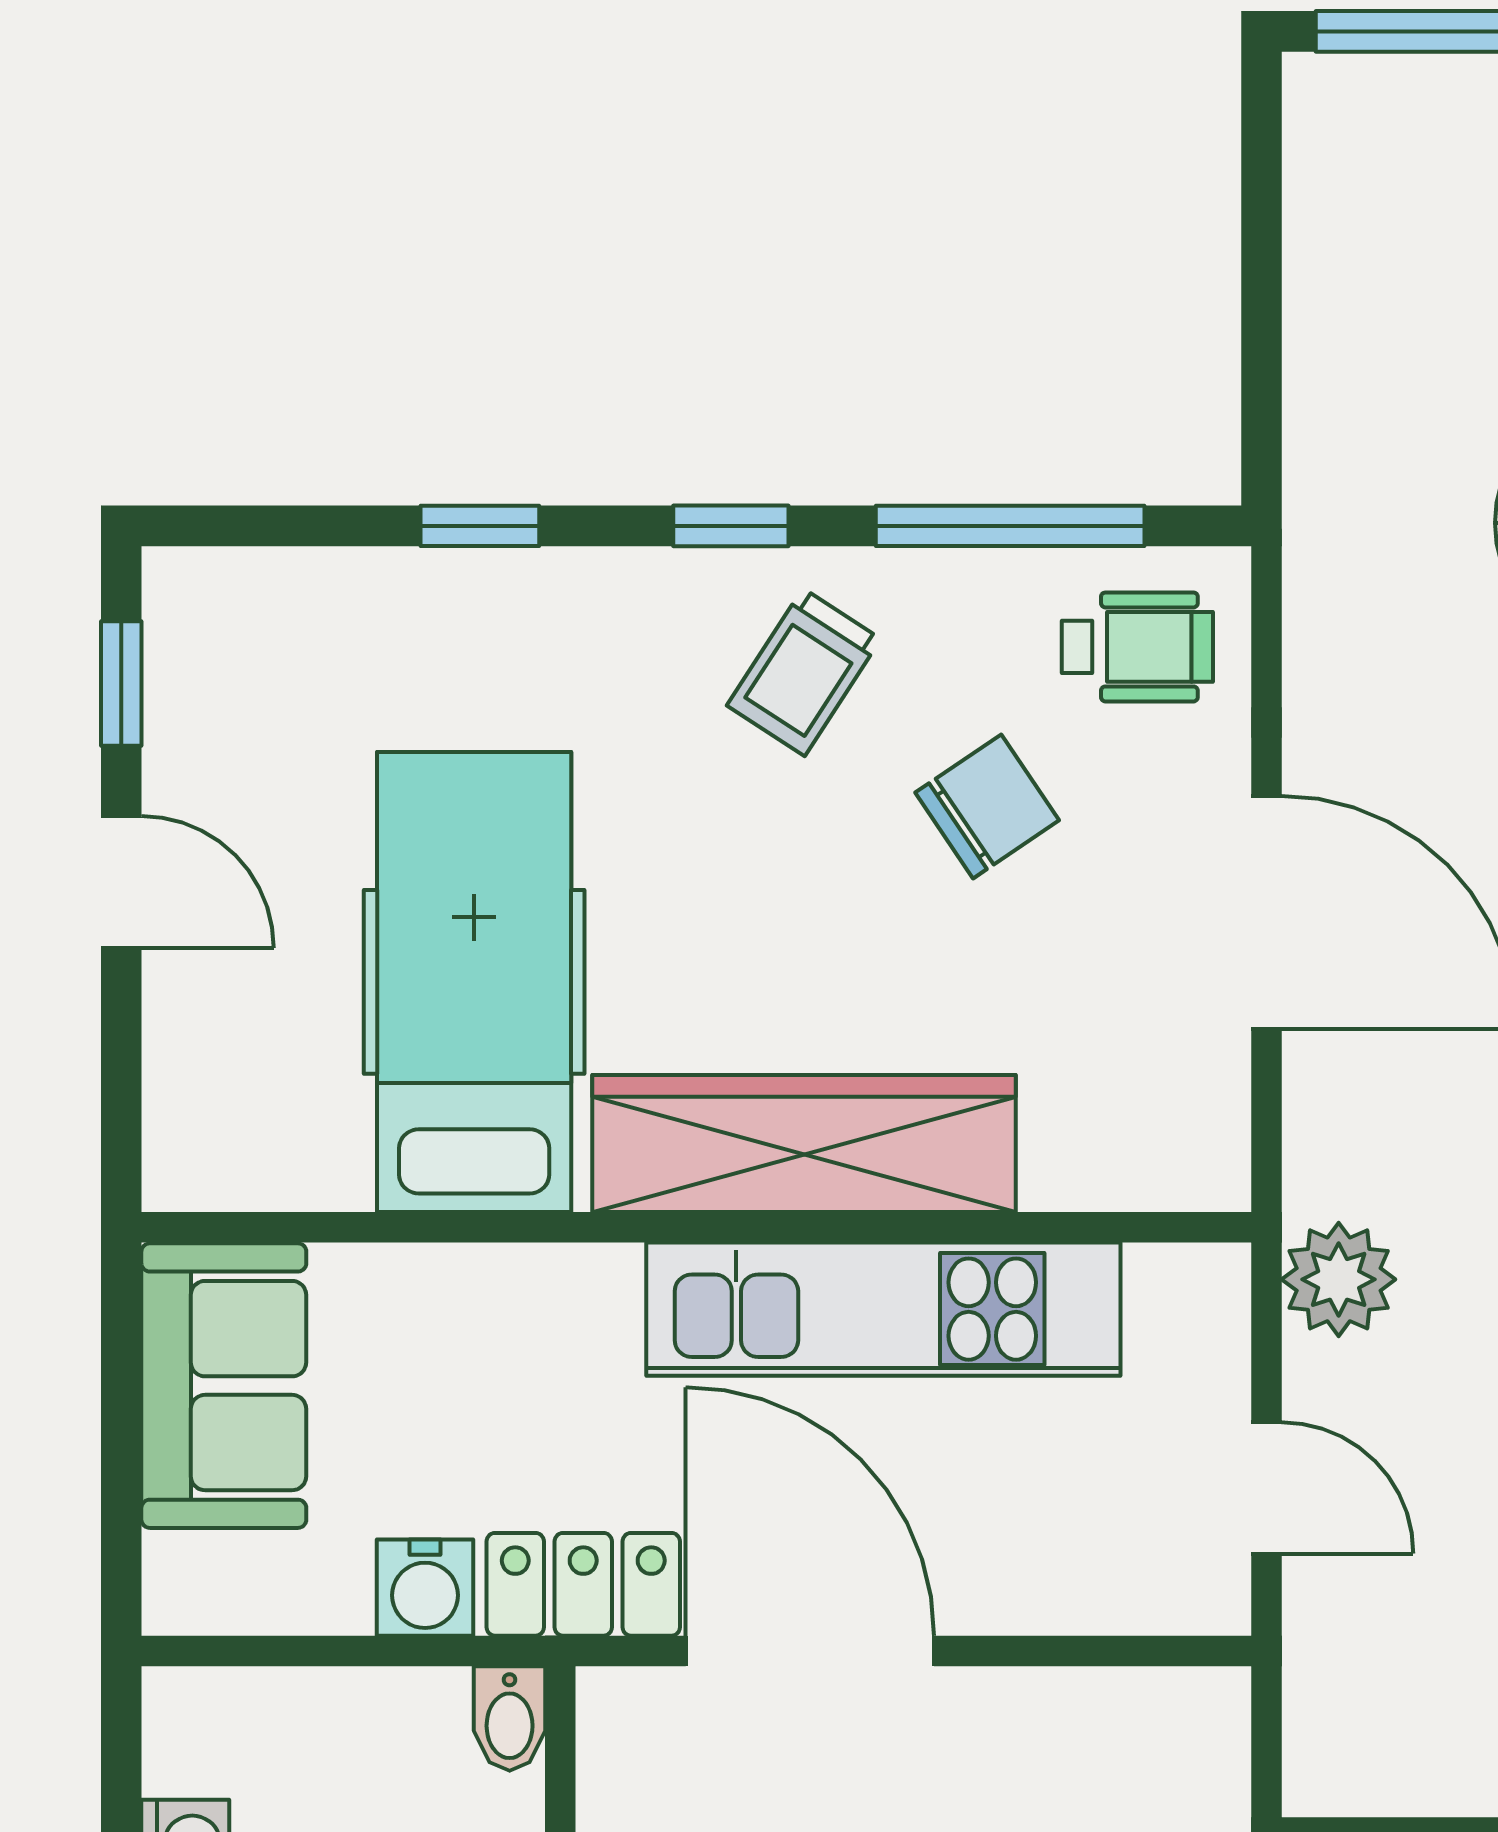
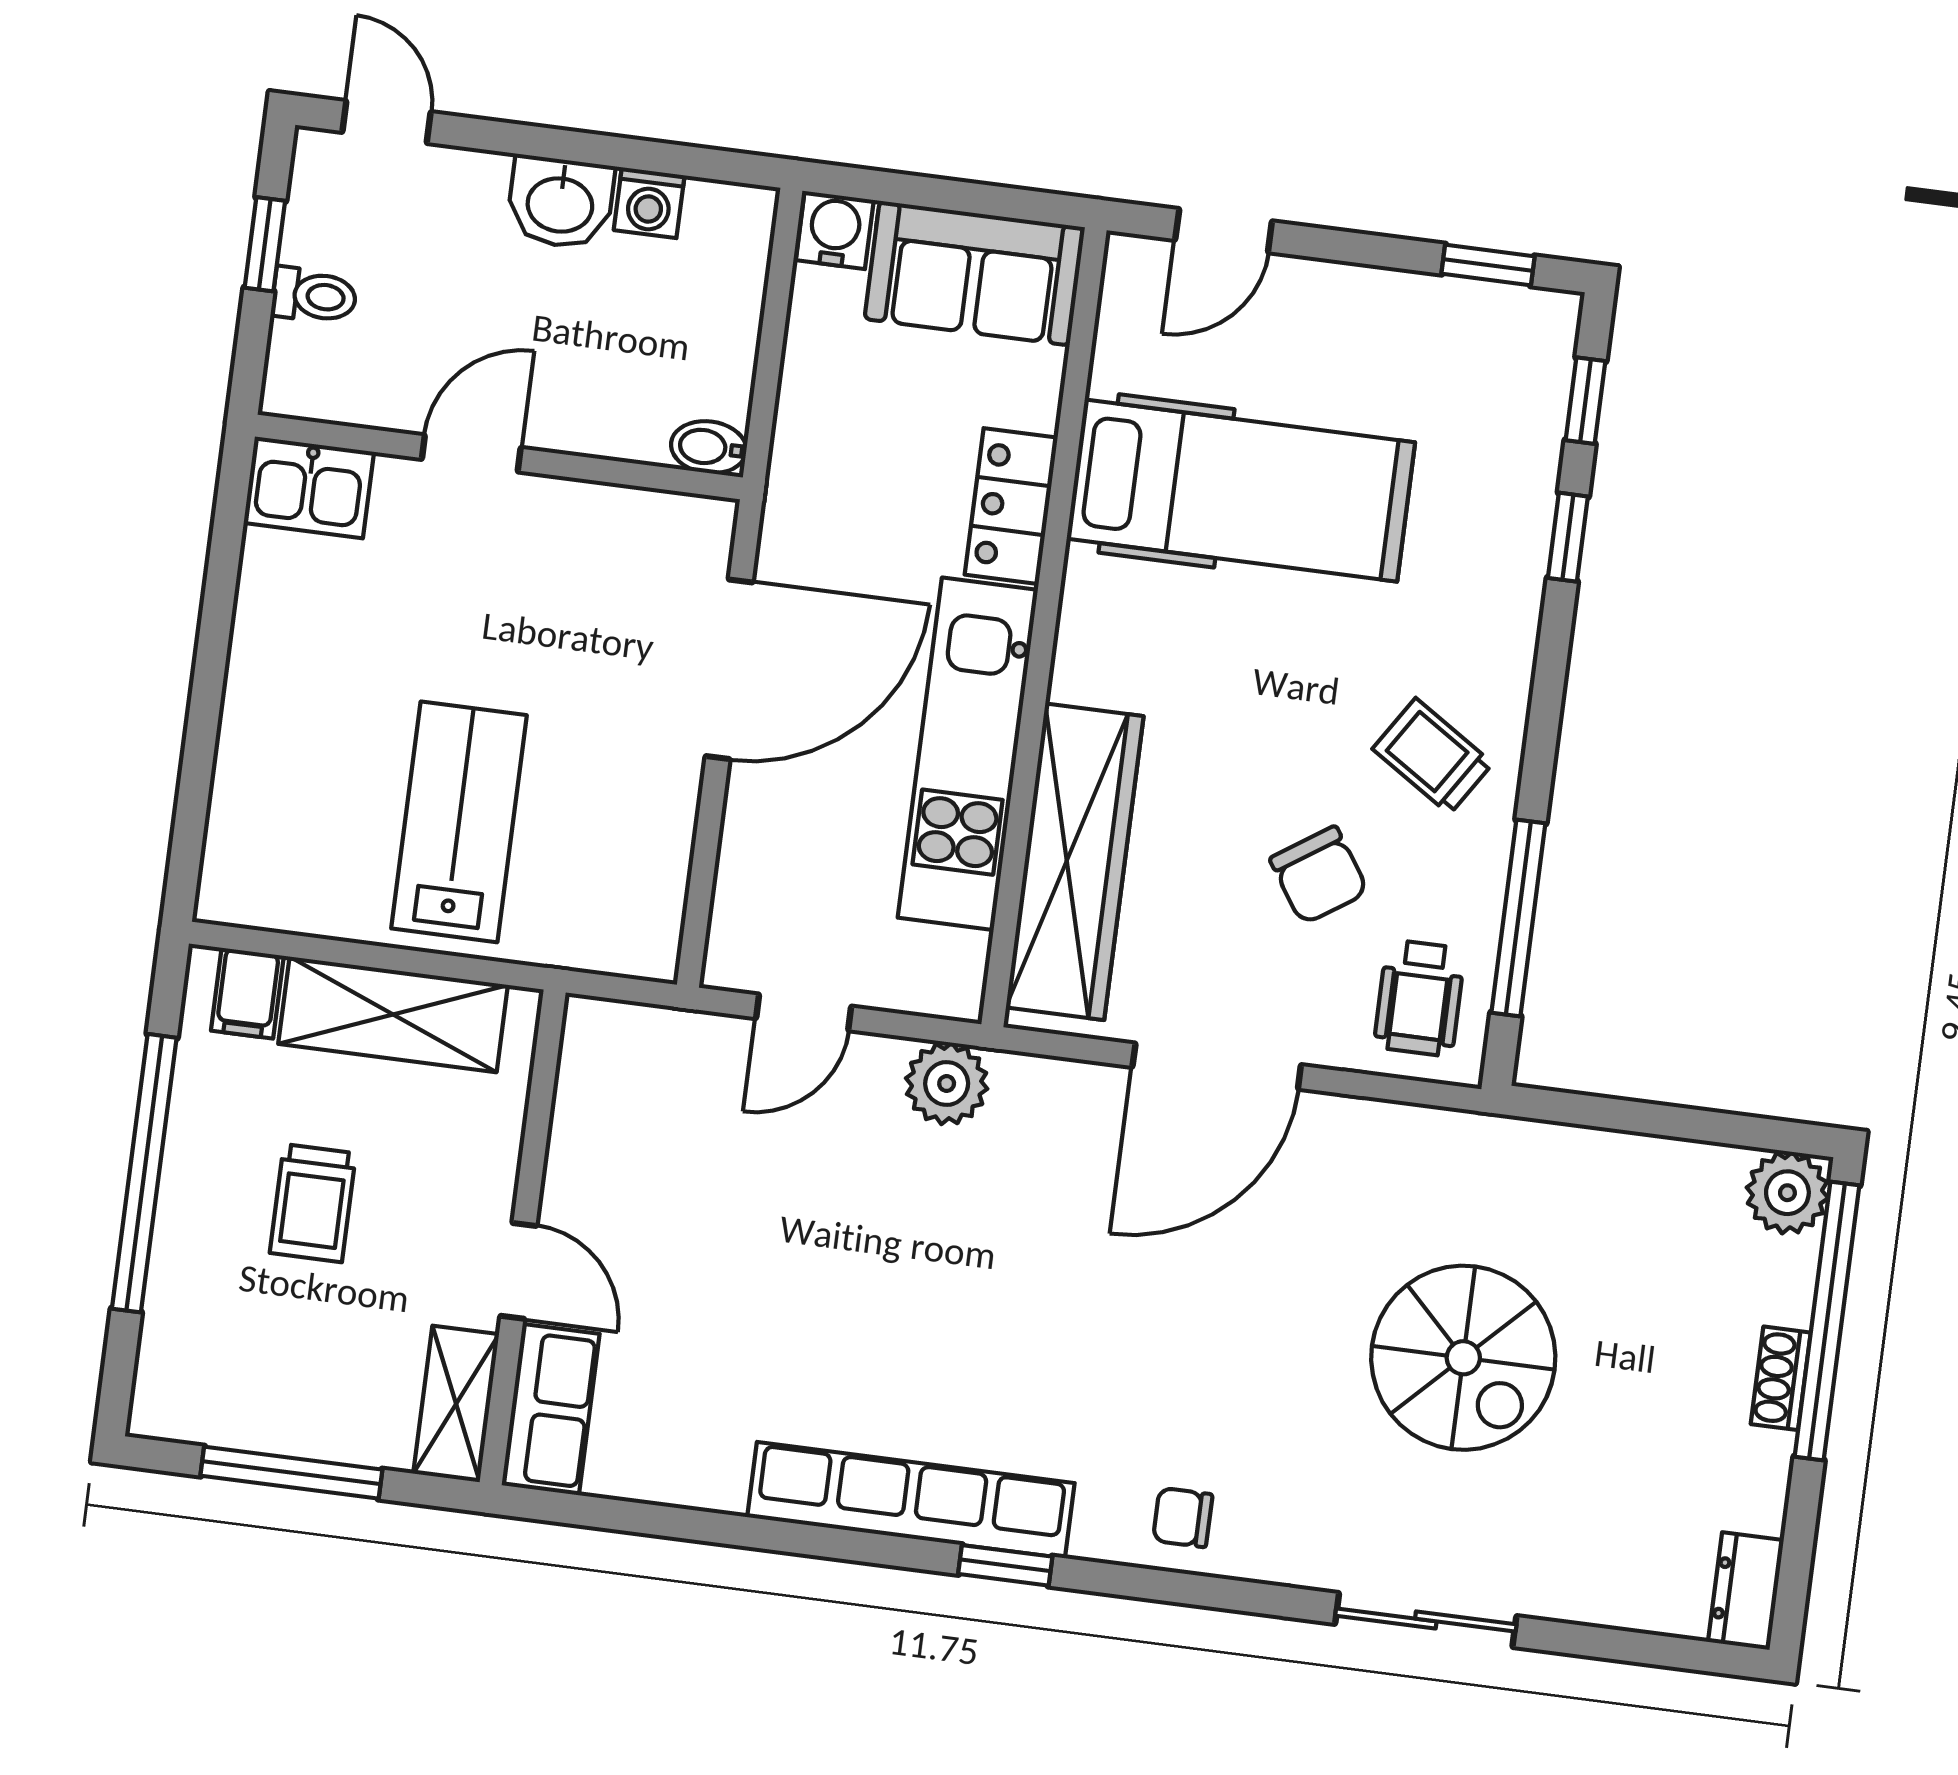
plant: (1339, 108) -> (1787, 1193), added
window: (731, 526) -> (1586, 401), moved
door: (121, 882) -> (1224, 231), moved
wardrobe: (804, 1143) -> (1075, 862), moved
locker: (583, 1584) -> (1011, 506), moved, turned 180
water cooler: (425, 1588) -> (835, 230), moved, turned 90

